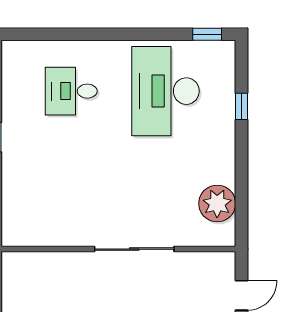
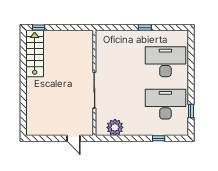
window: (207, 34) -> (191, 111), moved
desk: (71, 91) -> (165, 62), width x1.87, depth x1.30

